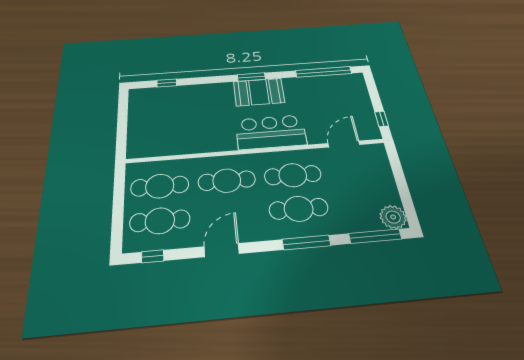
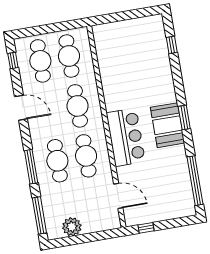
plant: (393, 217) -> (72, 227), moved

